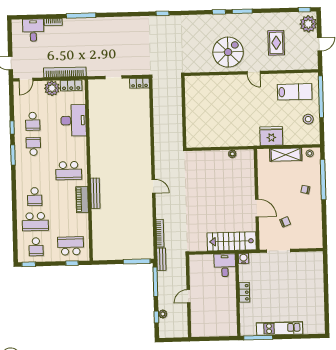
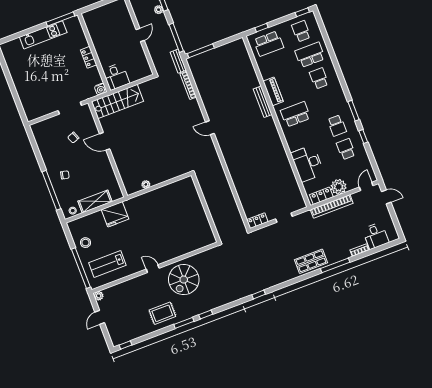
plant: (308, 24) -> (99, 296), moved, width x0.53, depth x0.53
shop shelf: (102, 27) -> (311, 261), added
rug: (276, 43) -> (162, 313), moved, turned 90

